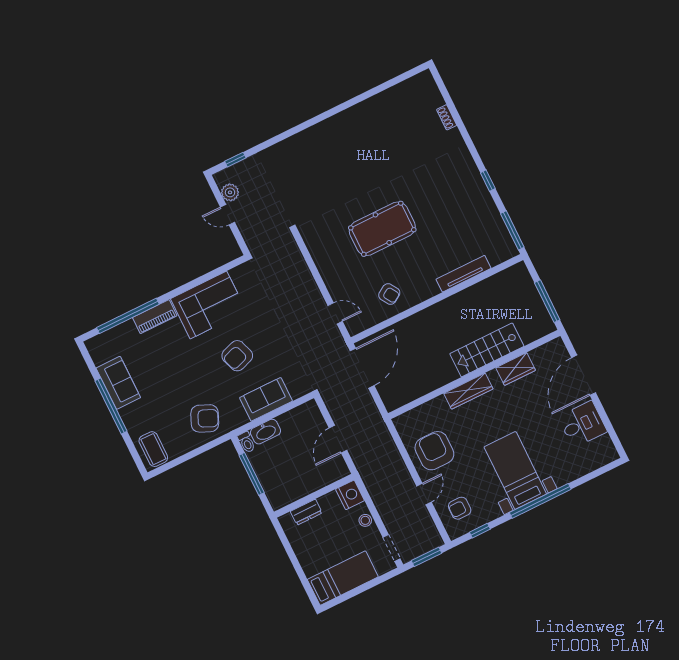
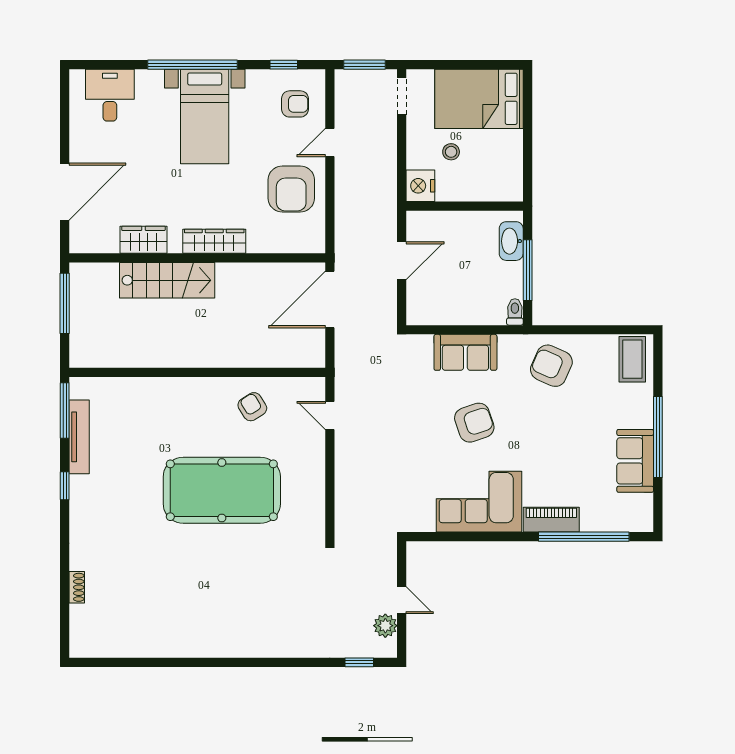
pool table: (382, 229) -> (222, 490), width x1.36, depth x1.32
tv unit: (464, 274) -> (79, 437), moved, turned -90
door: (362, 368) -> (330, 299), moved
desk: (583, 424) -> (110, 95), moved, turned 90
washbasin: (265, 432) -> (511, 241), moved, turned -90
dresser: (306, 512) -> (484, 191), removed
stool: (365, 520) -> (451, 152), moved
bed: (343, 578) -> (479, 99), width x1.50

